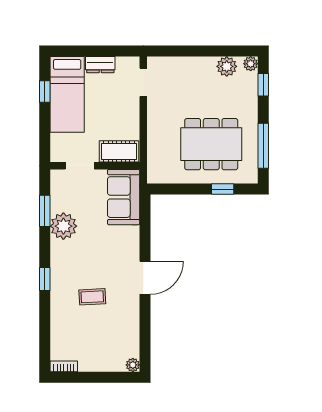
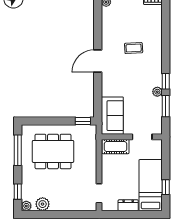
window: (223, 189) -> (83, 121), moved
plant: (63, 226) -> (157, 92), width x0.53, depth x0.53
window: (45, 279) -> (166, 81), moved

